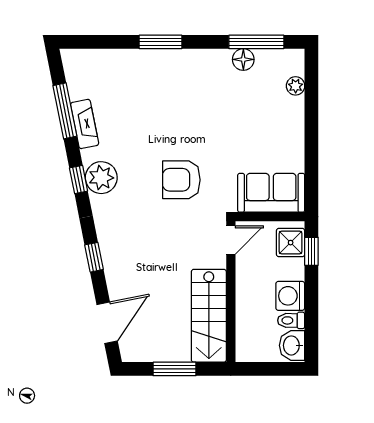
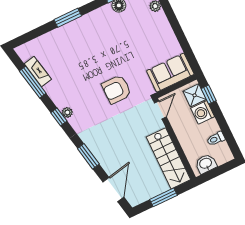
fireplace: (85, 124) -> (38, 71), moved
plant: (101, 178) -> (67, 112), width x0.53, depth x0.53
window: (94, 257) -> (88, 156), width x1.50
washing machine: (290, 296) -> (203, 112), moved
washbasin: (292, 345) -> (206, 164), moved, turned 90

